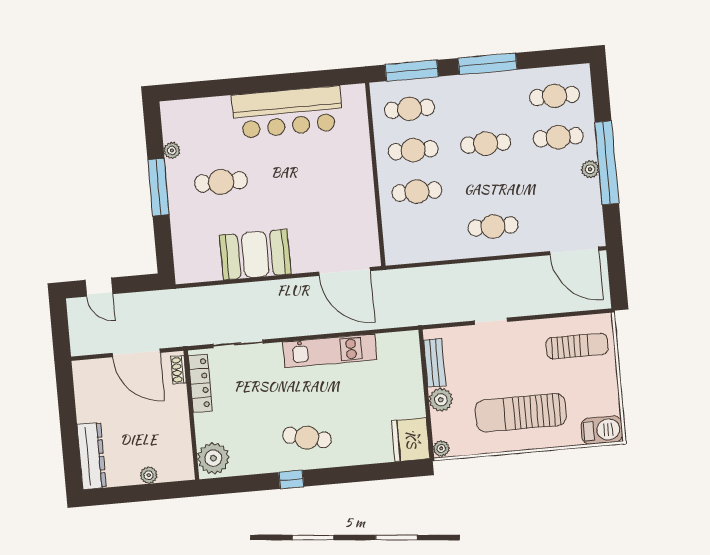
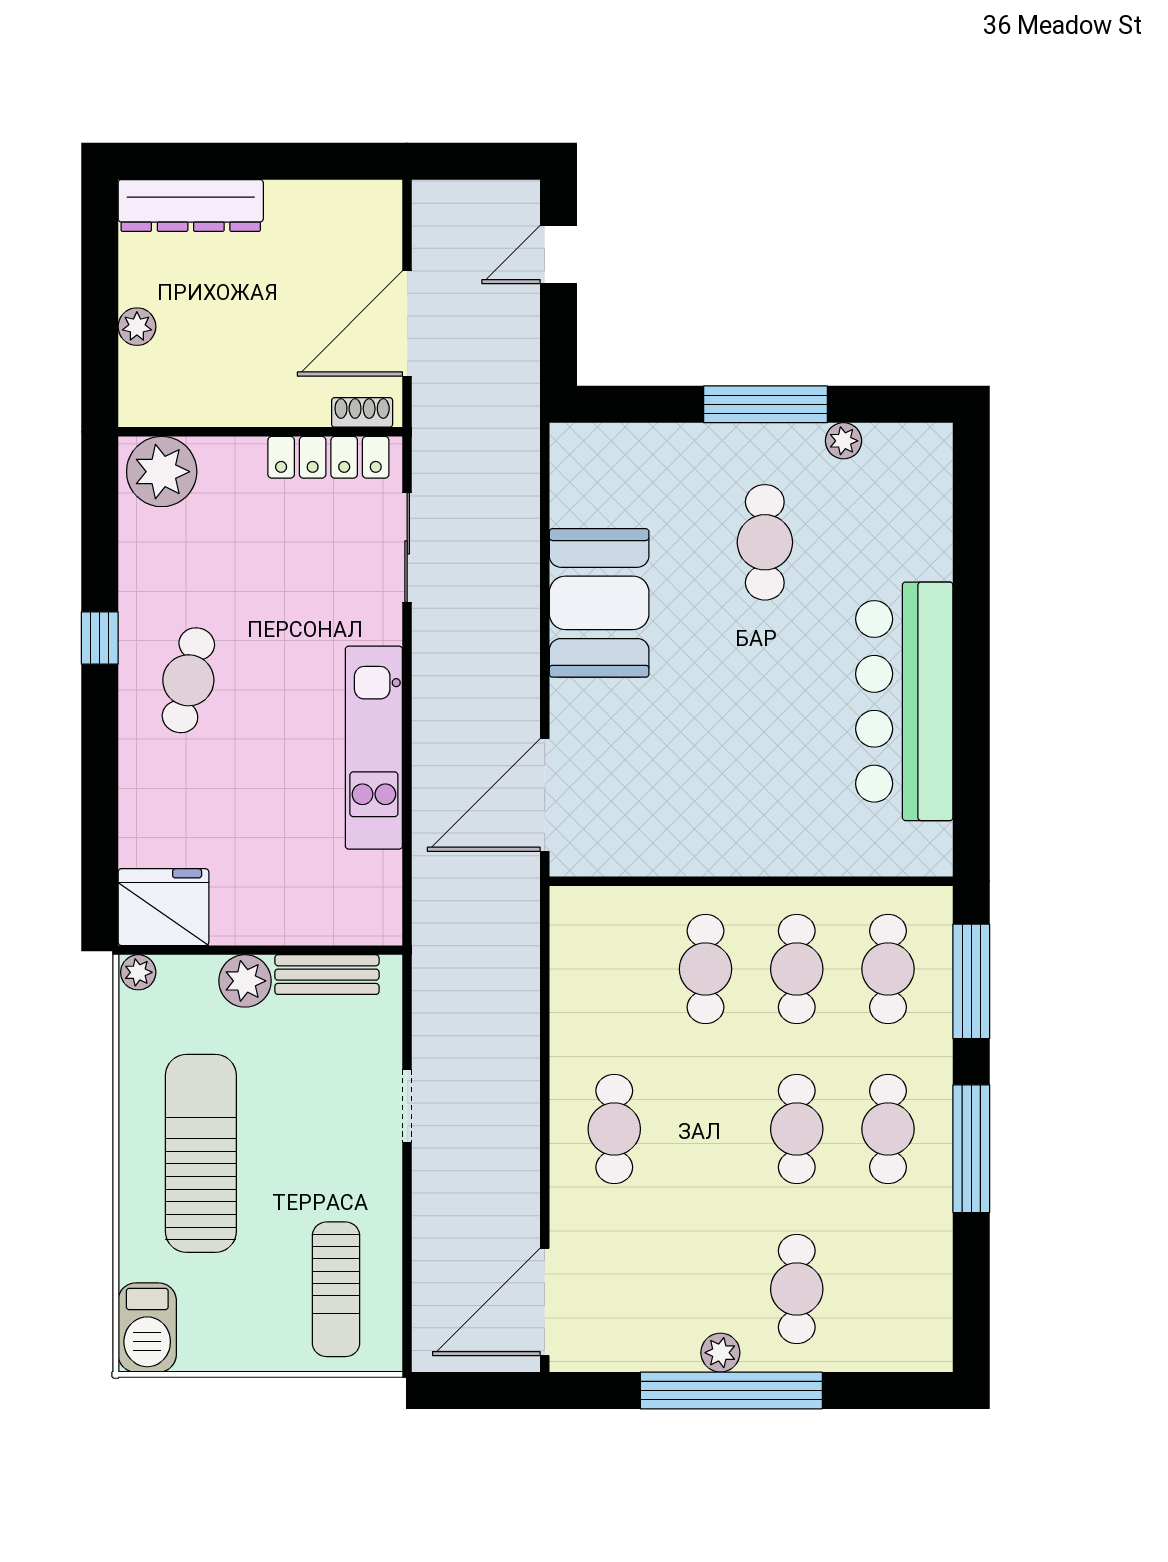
cafe table: (554, 96) -> (888, 1129), moved

